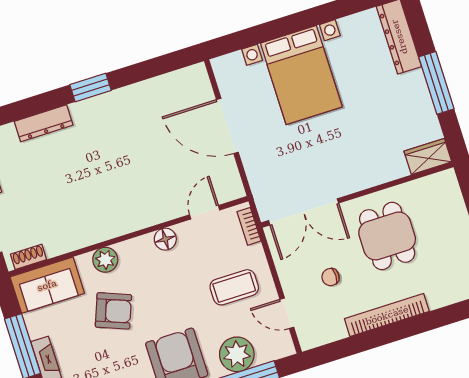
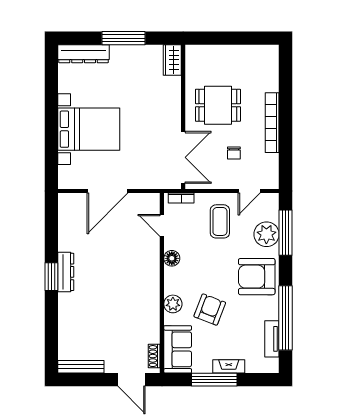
dresser: (44, 123) -> (66, 272), moved

